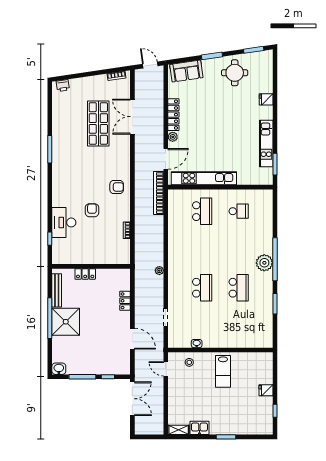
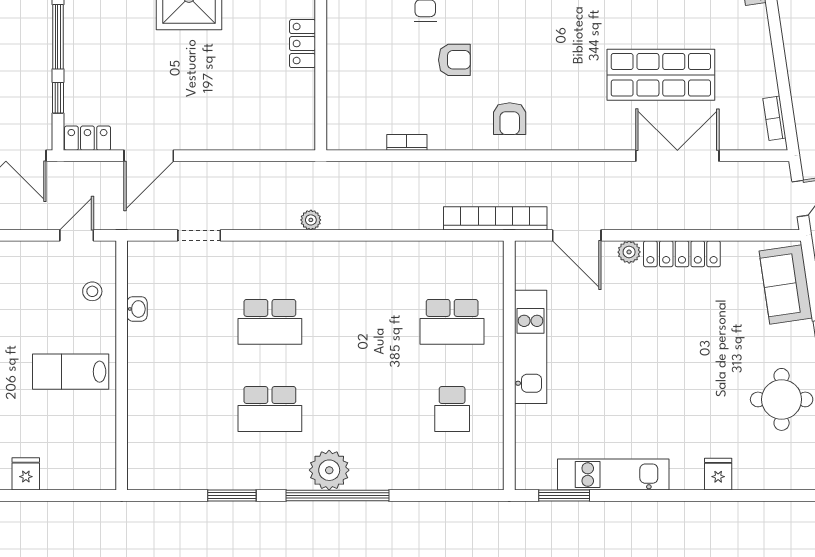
kitchen unit: (204, 178) -> (531, 347), width x0.73
locker: (125, 301) -> (87, 138), moved

